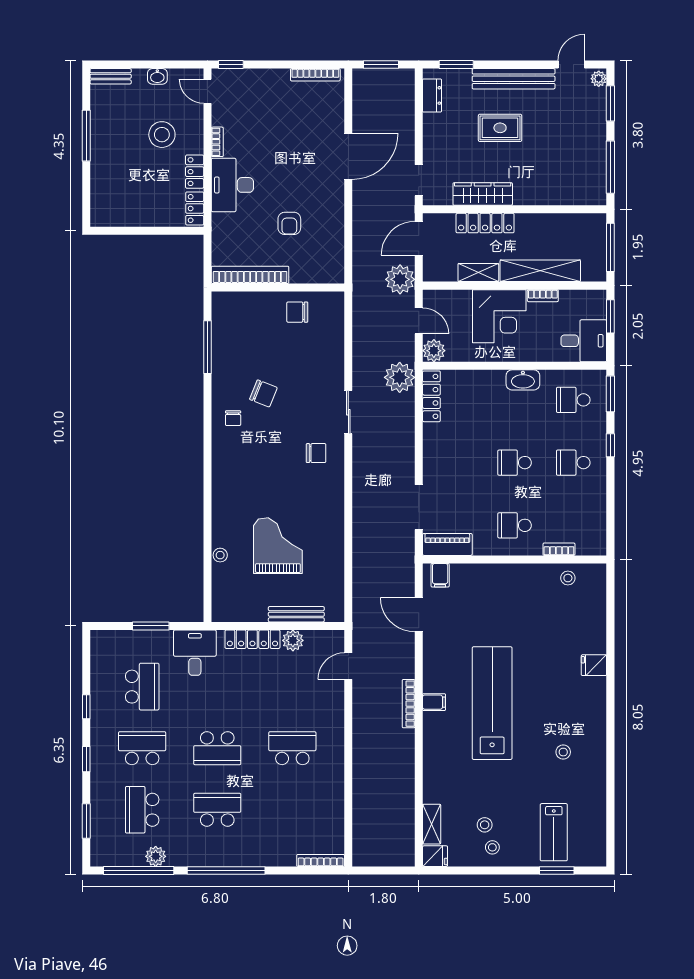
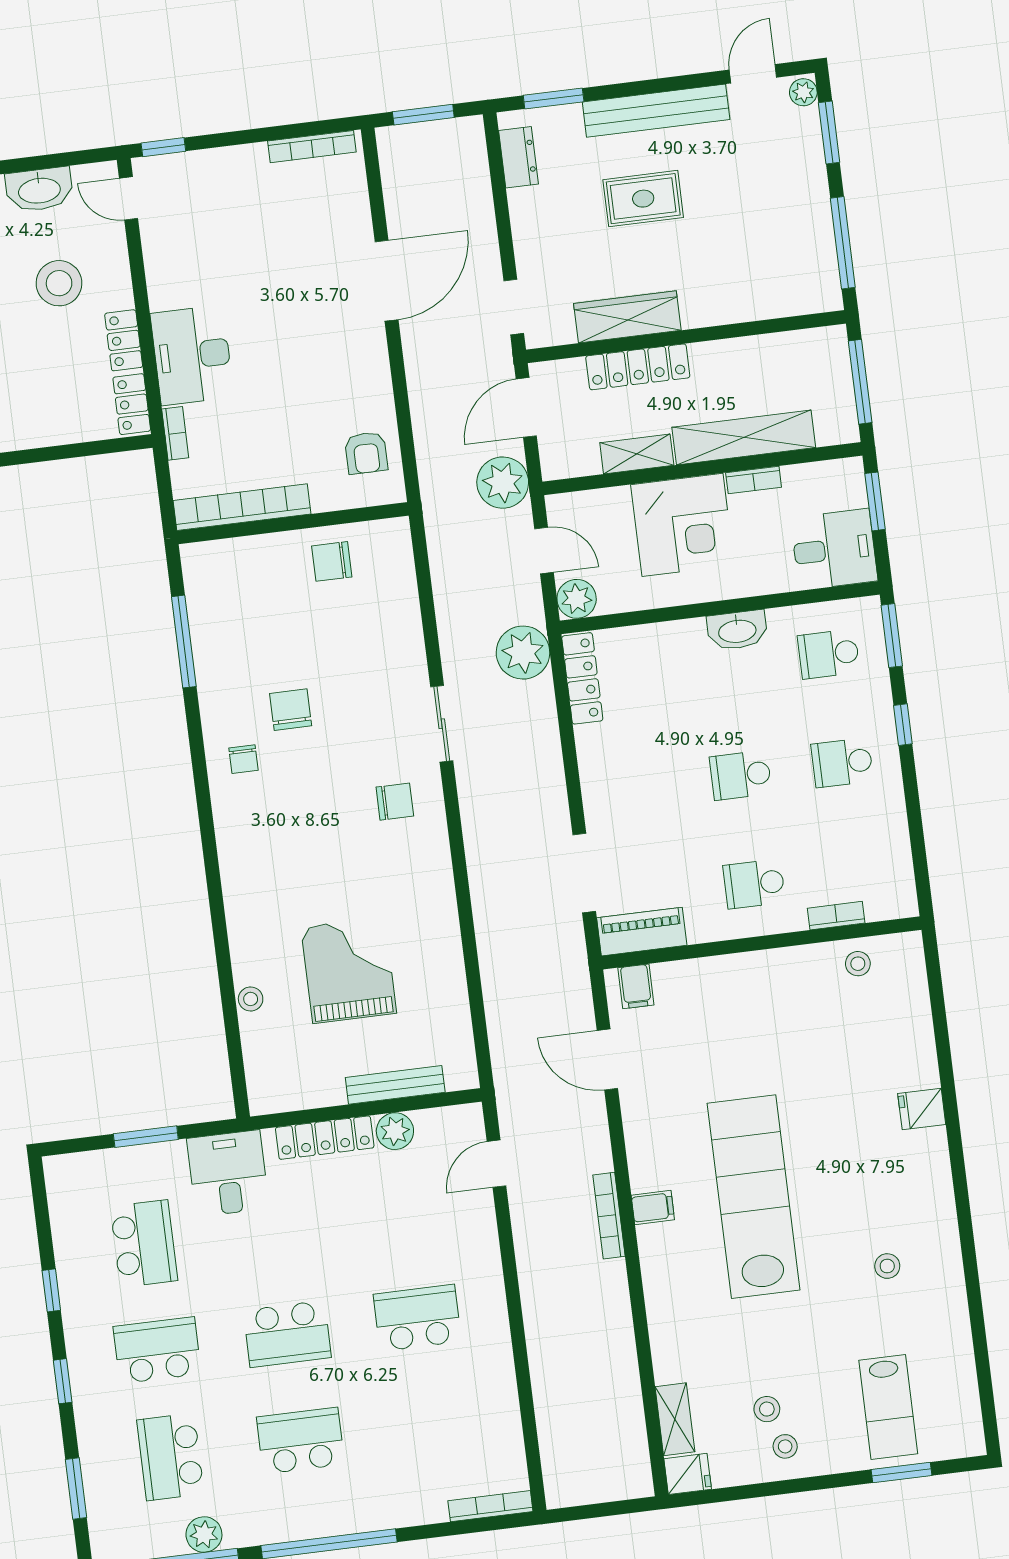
washbasin: (157, 76) -> (39, 189), width x1.91, depth x1.45
bookcase: (217, 142) -> (175, 433), moved
armchair: (289, 223) -> (366, 453), moved
chair: (263, 393) -> (291, 710), turned -112

